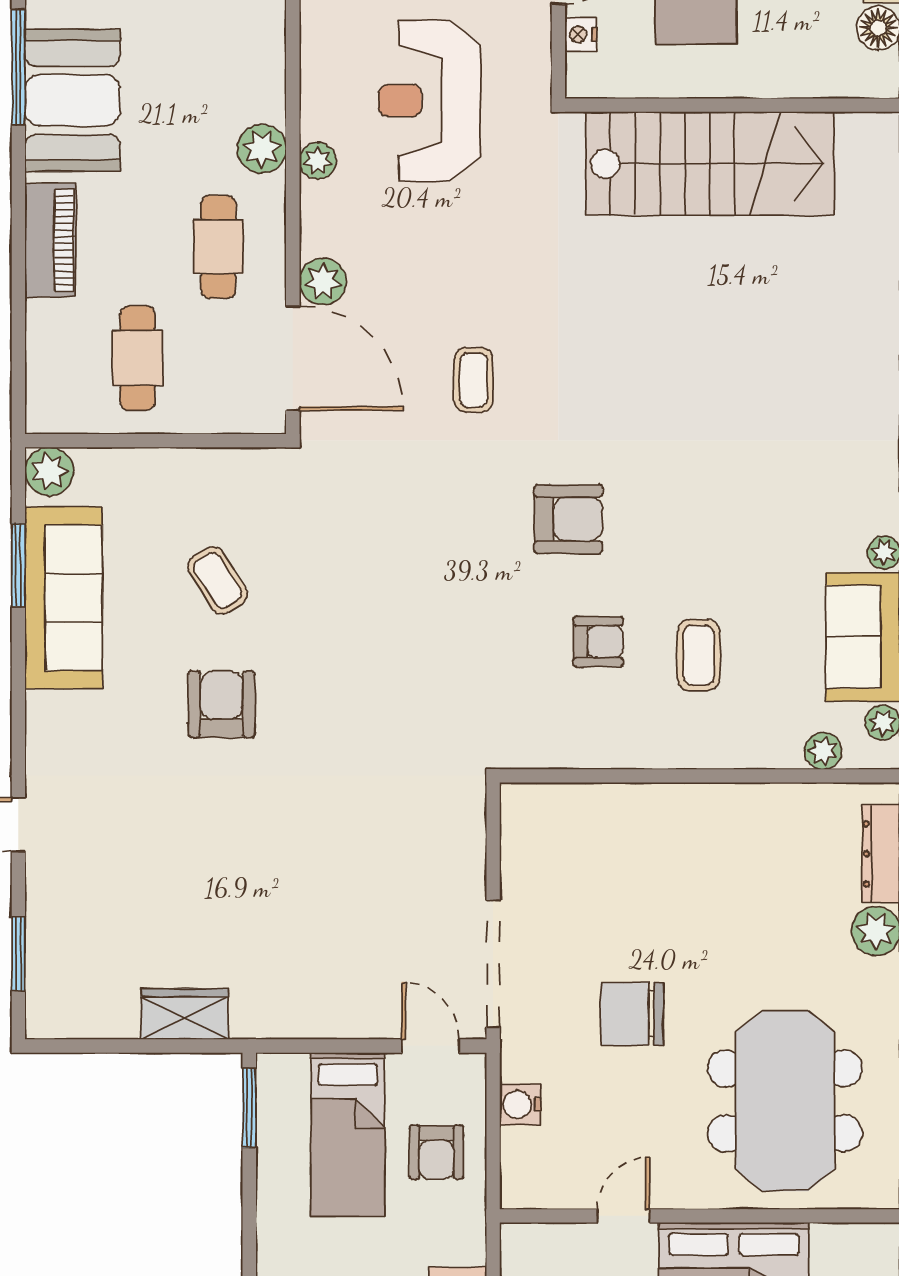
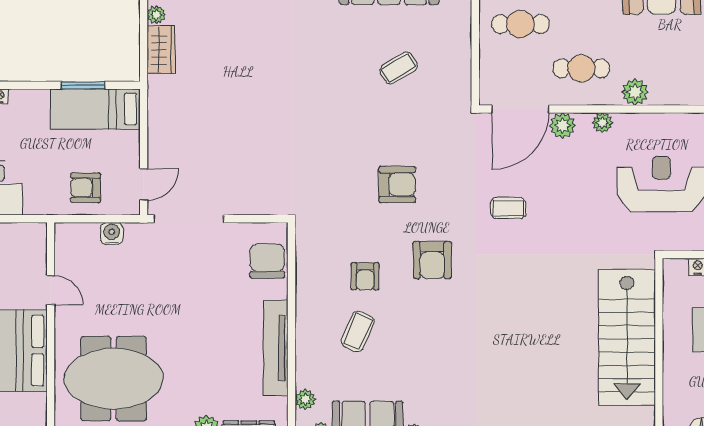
plant: (318, 161) -> (602, 123), moved
coffee table: (699, 655) -> (358, 331), turned -66
armchair: (222, 704) -> (397, 184), moved
tv unit: (729, 805) -> (276, 348), added
chair: (632, 1014) -> (267, 261), moved
plant: (121, 1023) -> (156, 15), added
window: (249, 1108) -> (83, 85), moved
bed: (348, 1134) -> (95, 109), moved

